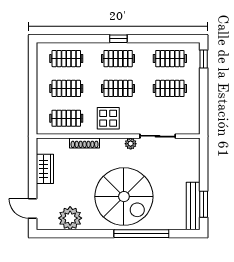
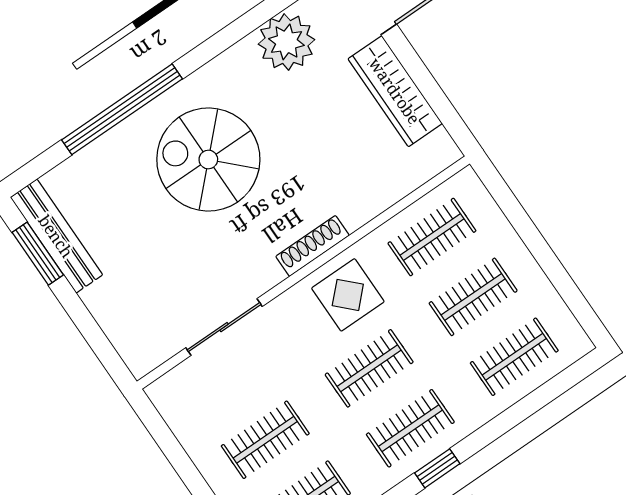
shoe rack: (85, 143) -> (313, 246), moved
plant: (131, 144) -> (268, 275), removed
wardrobe: (45, 169) -> (395, 91), width x1.50
spiral stairs: (124, 197) -> (208, 160), width x0.73, depth x0.73

